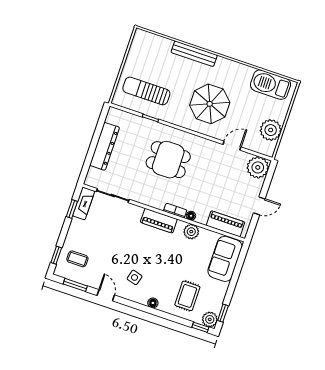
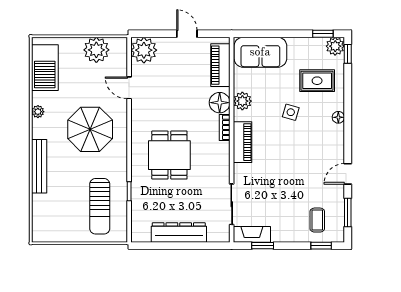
plant: (238, 67) -> (38, 112), added
floor lamp: (191, 216) -> (220, 103), width x1.89, depth x1.89
side table: (135, 277) -> (291, 112), moved

